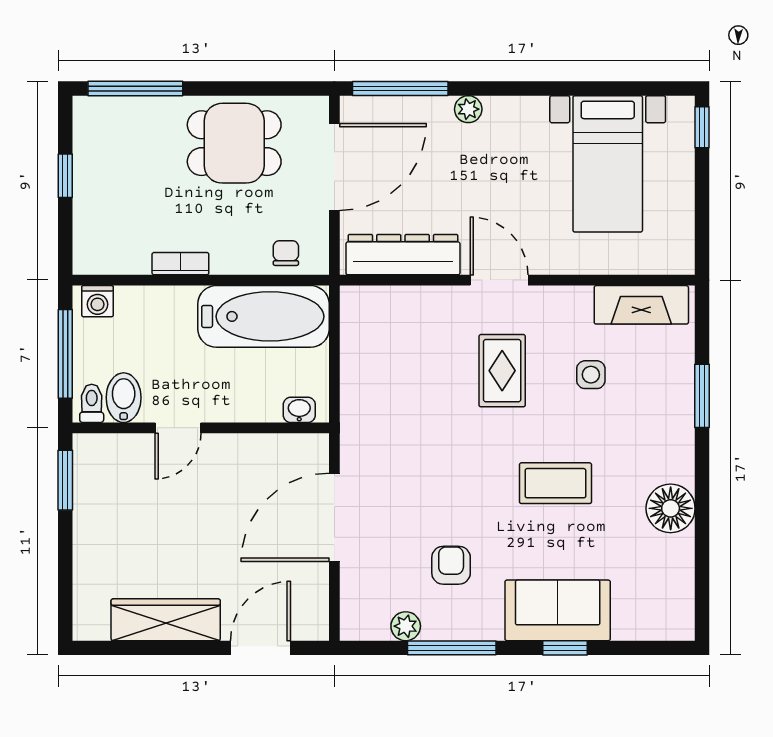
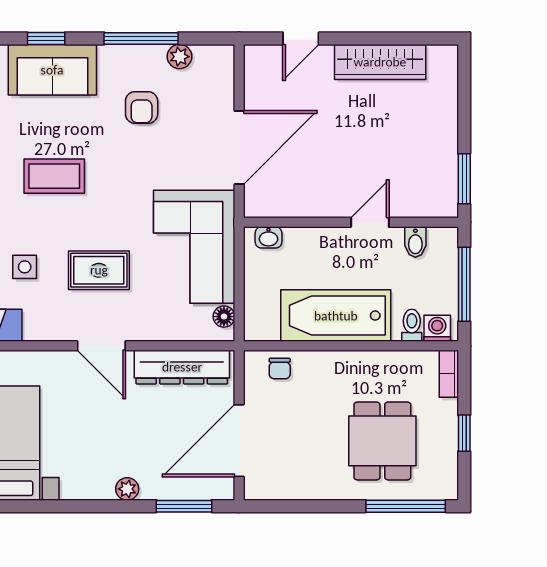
window: (400, 88) -> (184, 506), width x0.69
dining table: (234, 143) -> (382, 441), moved, turned 90
bookcase: (180, 264) -> (449, 374), moved, turned 90
floor lamp: (352, 315) -> (224, 317), added
bathtub: (263, 316) -> (336, 316), moved
rug: (502, 371) -> (99, 270), turned 90
bidet: (124, 398) -> (415, 242), width x0.72, depth x0.74
corner sofa: (388, 399) -> (194, 247), added
toilet: (92, 403) -> (412, 325), moved, turned 180
door: (261, 648) -> (301, 38), width x0.73

